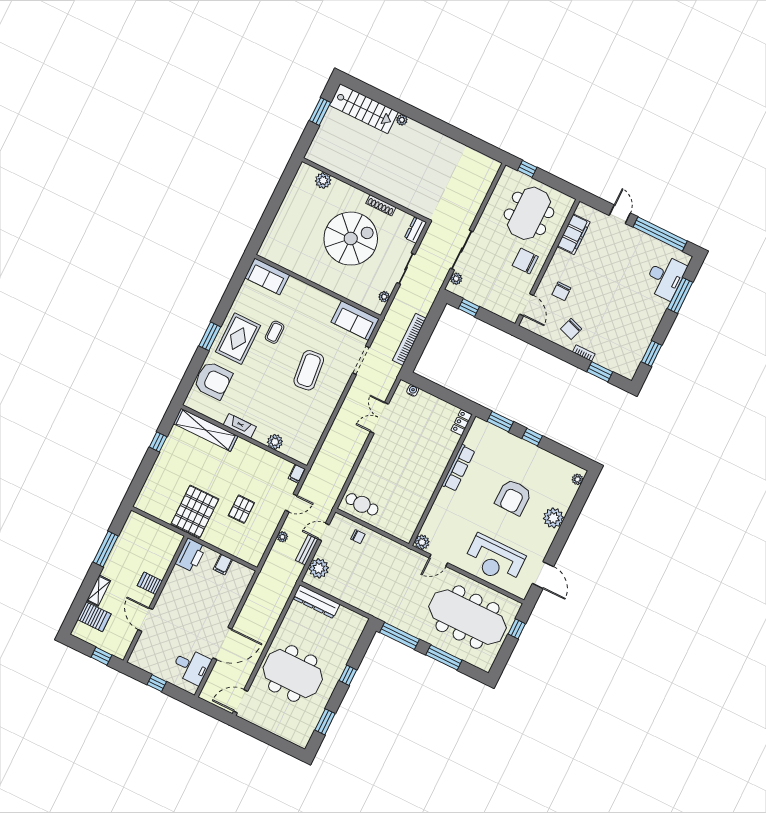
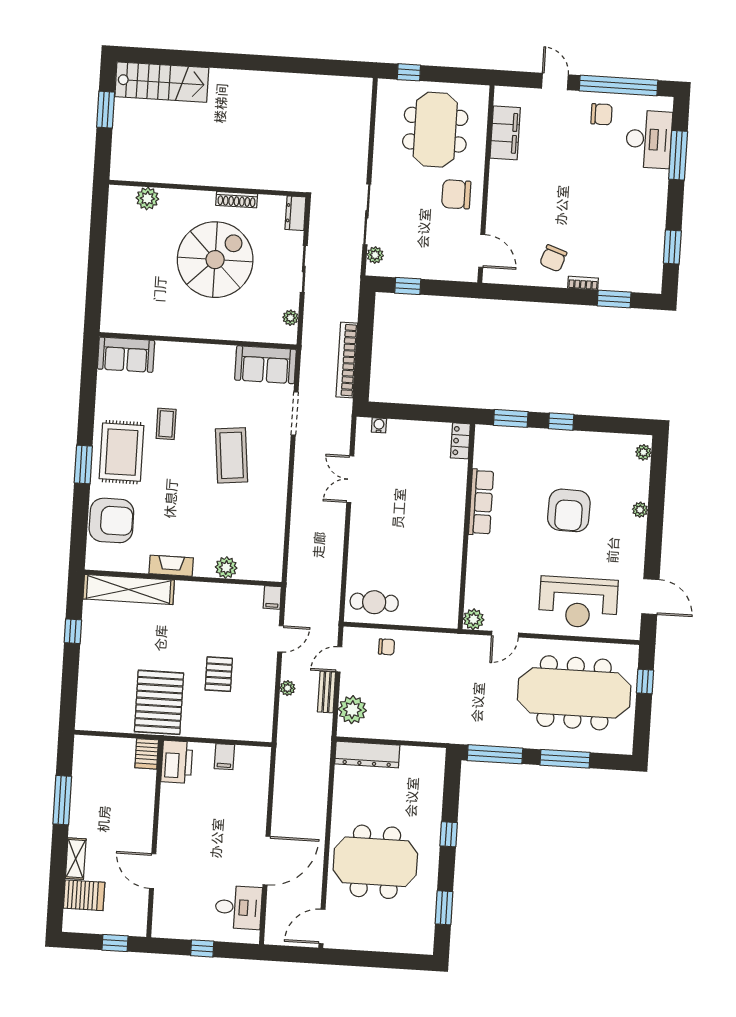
plant: (402, 120) -> (218, 76), removed
chair: (561, 291) -> (601, 114), moved, turned -90
plant: (553, 518) -> (640, 510), width x0.53, depth x0.53
server rack: (150, 583) -> (147, 754), moved, turned -90

